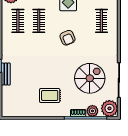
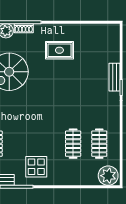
armchair: (67, 38) -> (37, 123), removed

